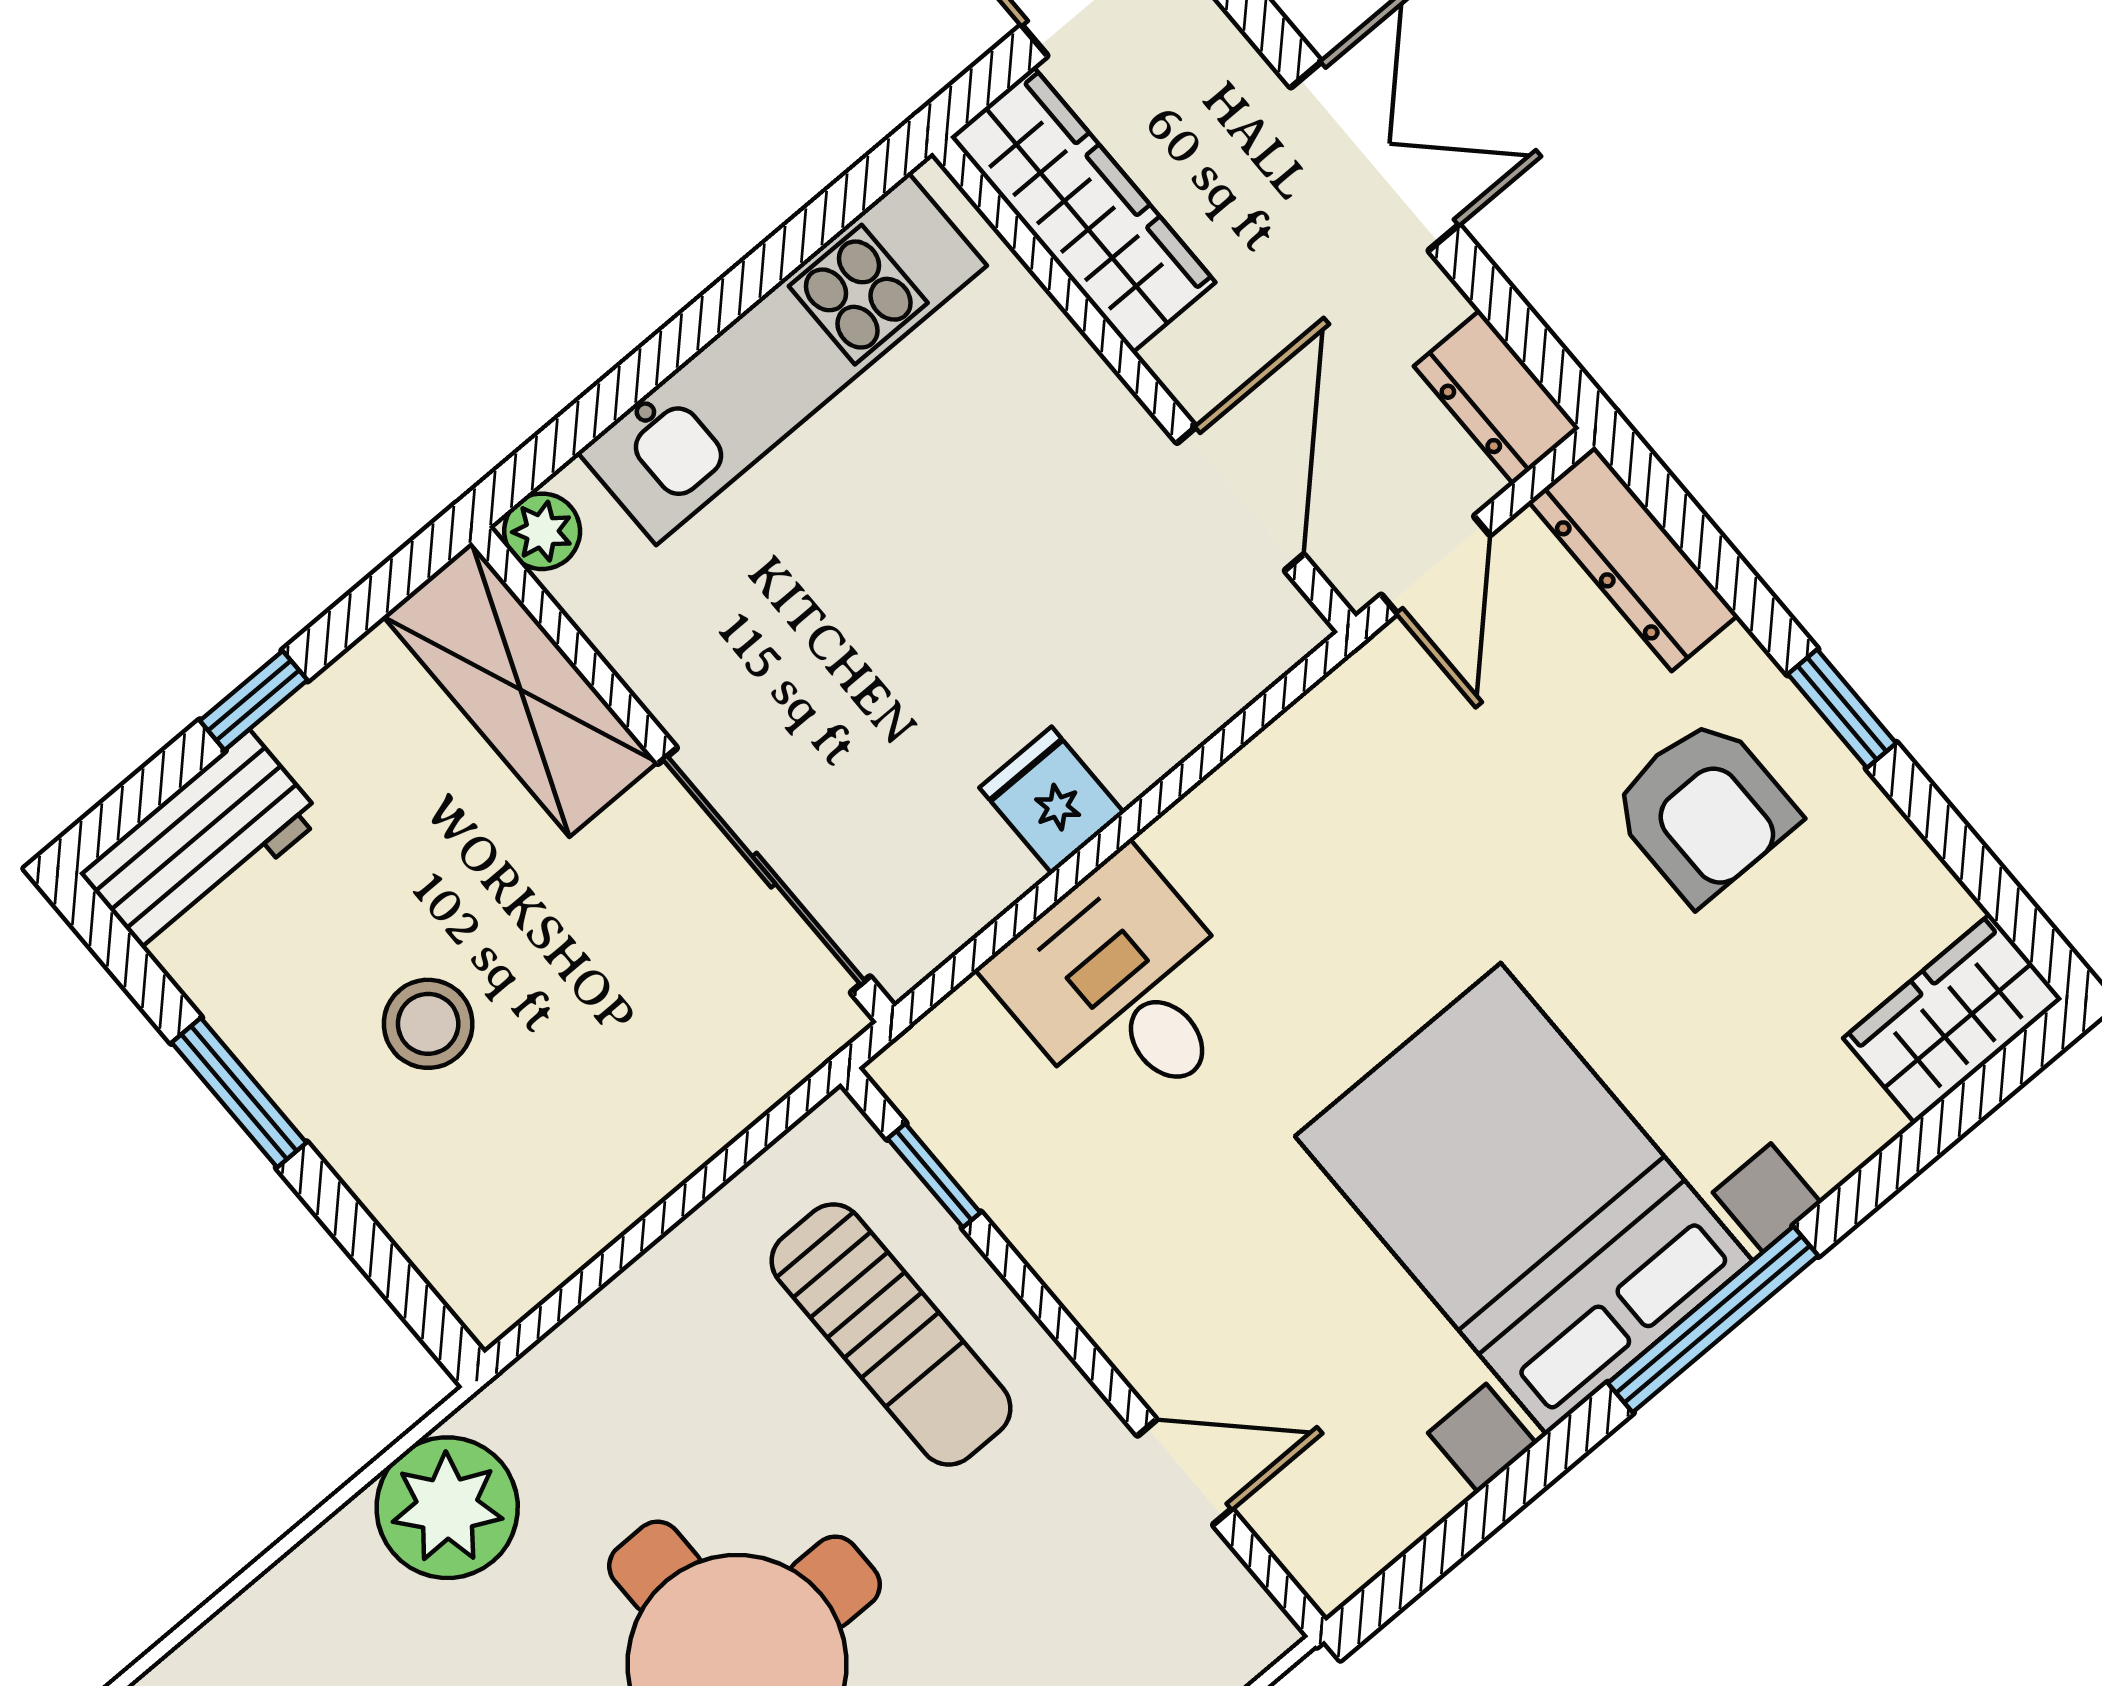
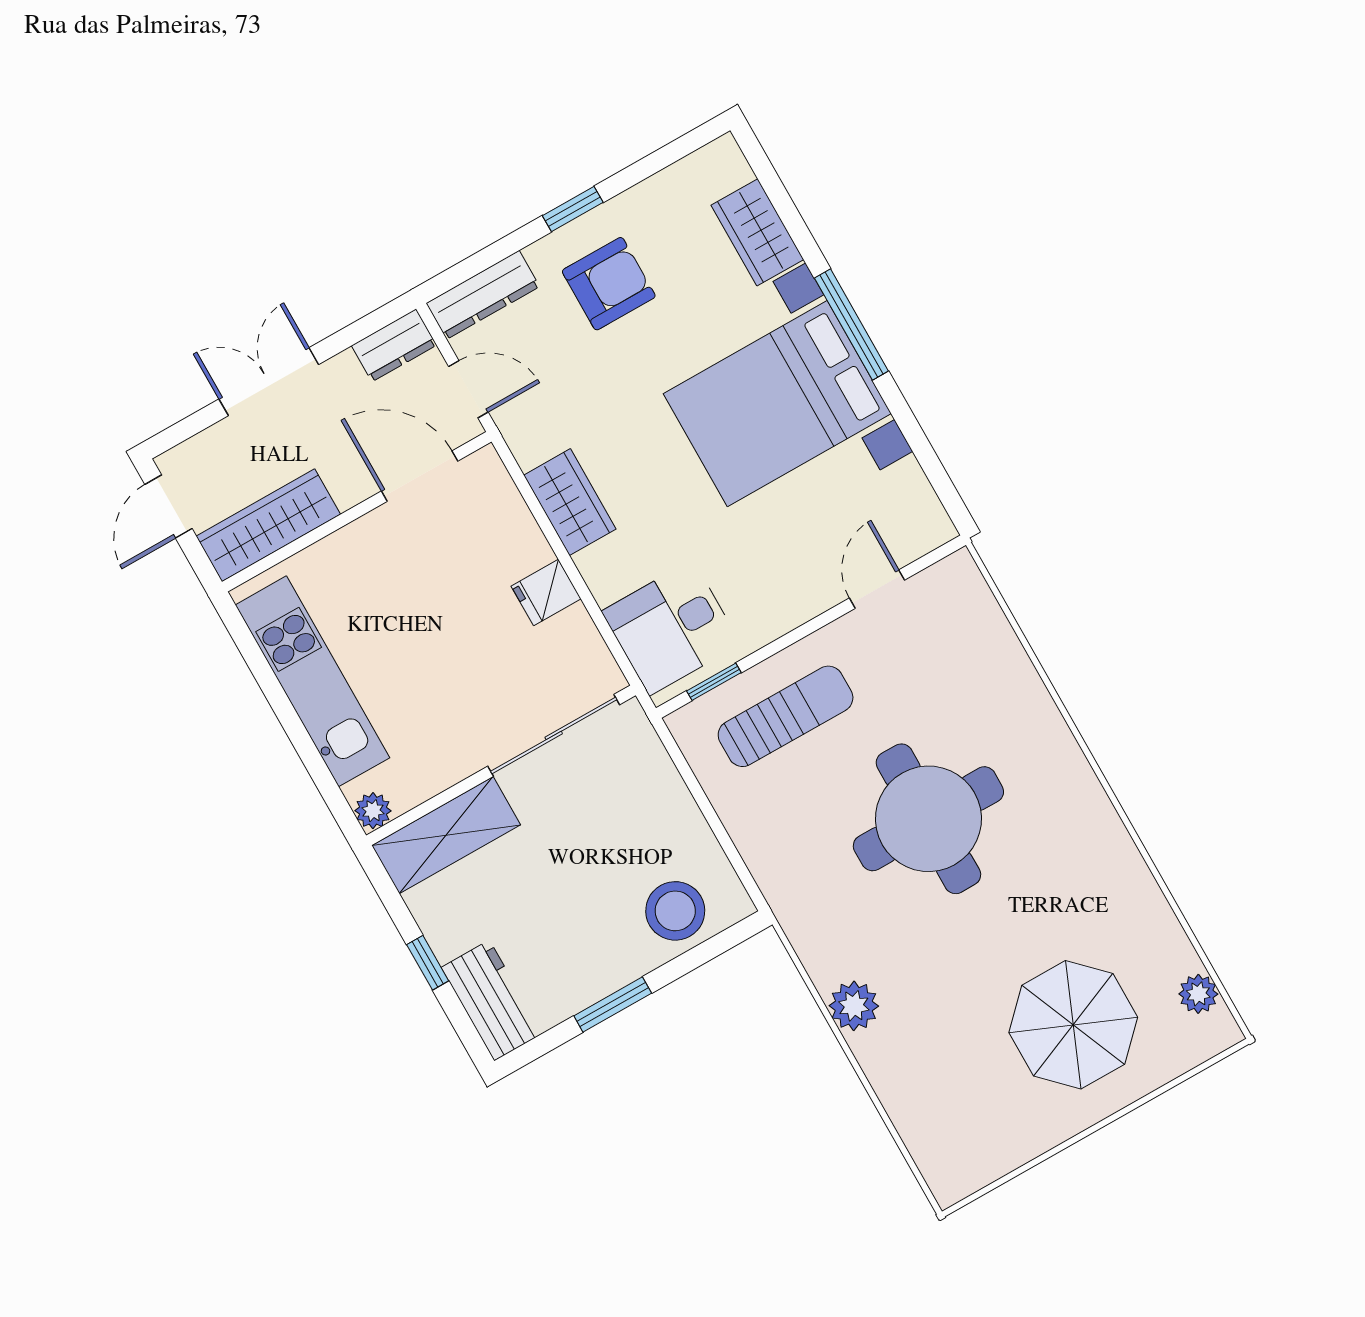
wardrobe: (1245, 814) -> (570, 502), added
desk: (1123, 988) -> (671, 628), moved
wardrobe: (1953, 1019) -> (757, 232), moved
stool: (428, 1024) -> (675, 911), moved, width x1.38, depth x1.38
plant: (447, 1508) -> (854, 1006), moved, width x0.73, depth x0.73

